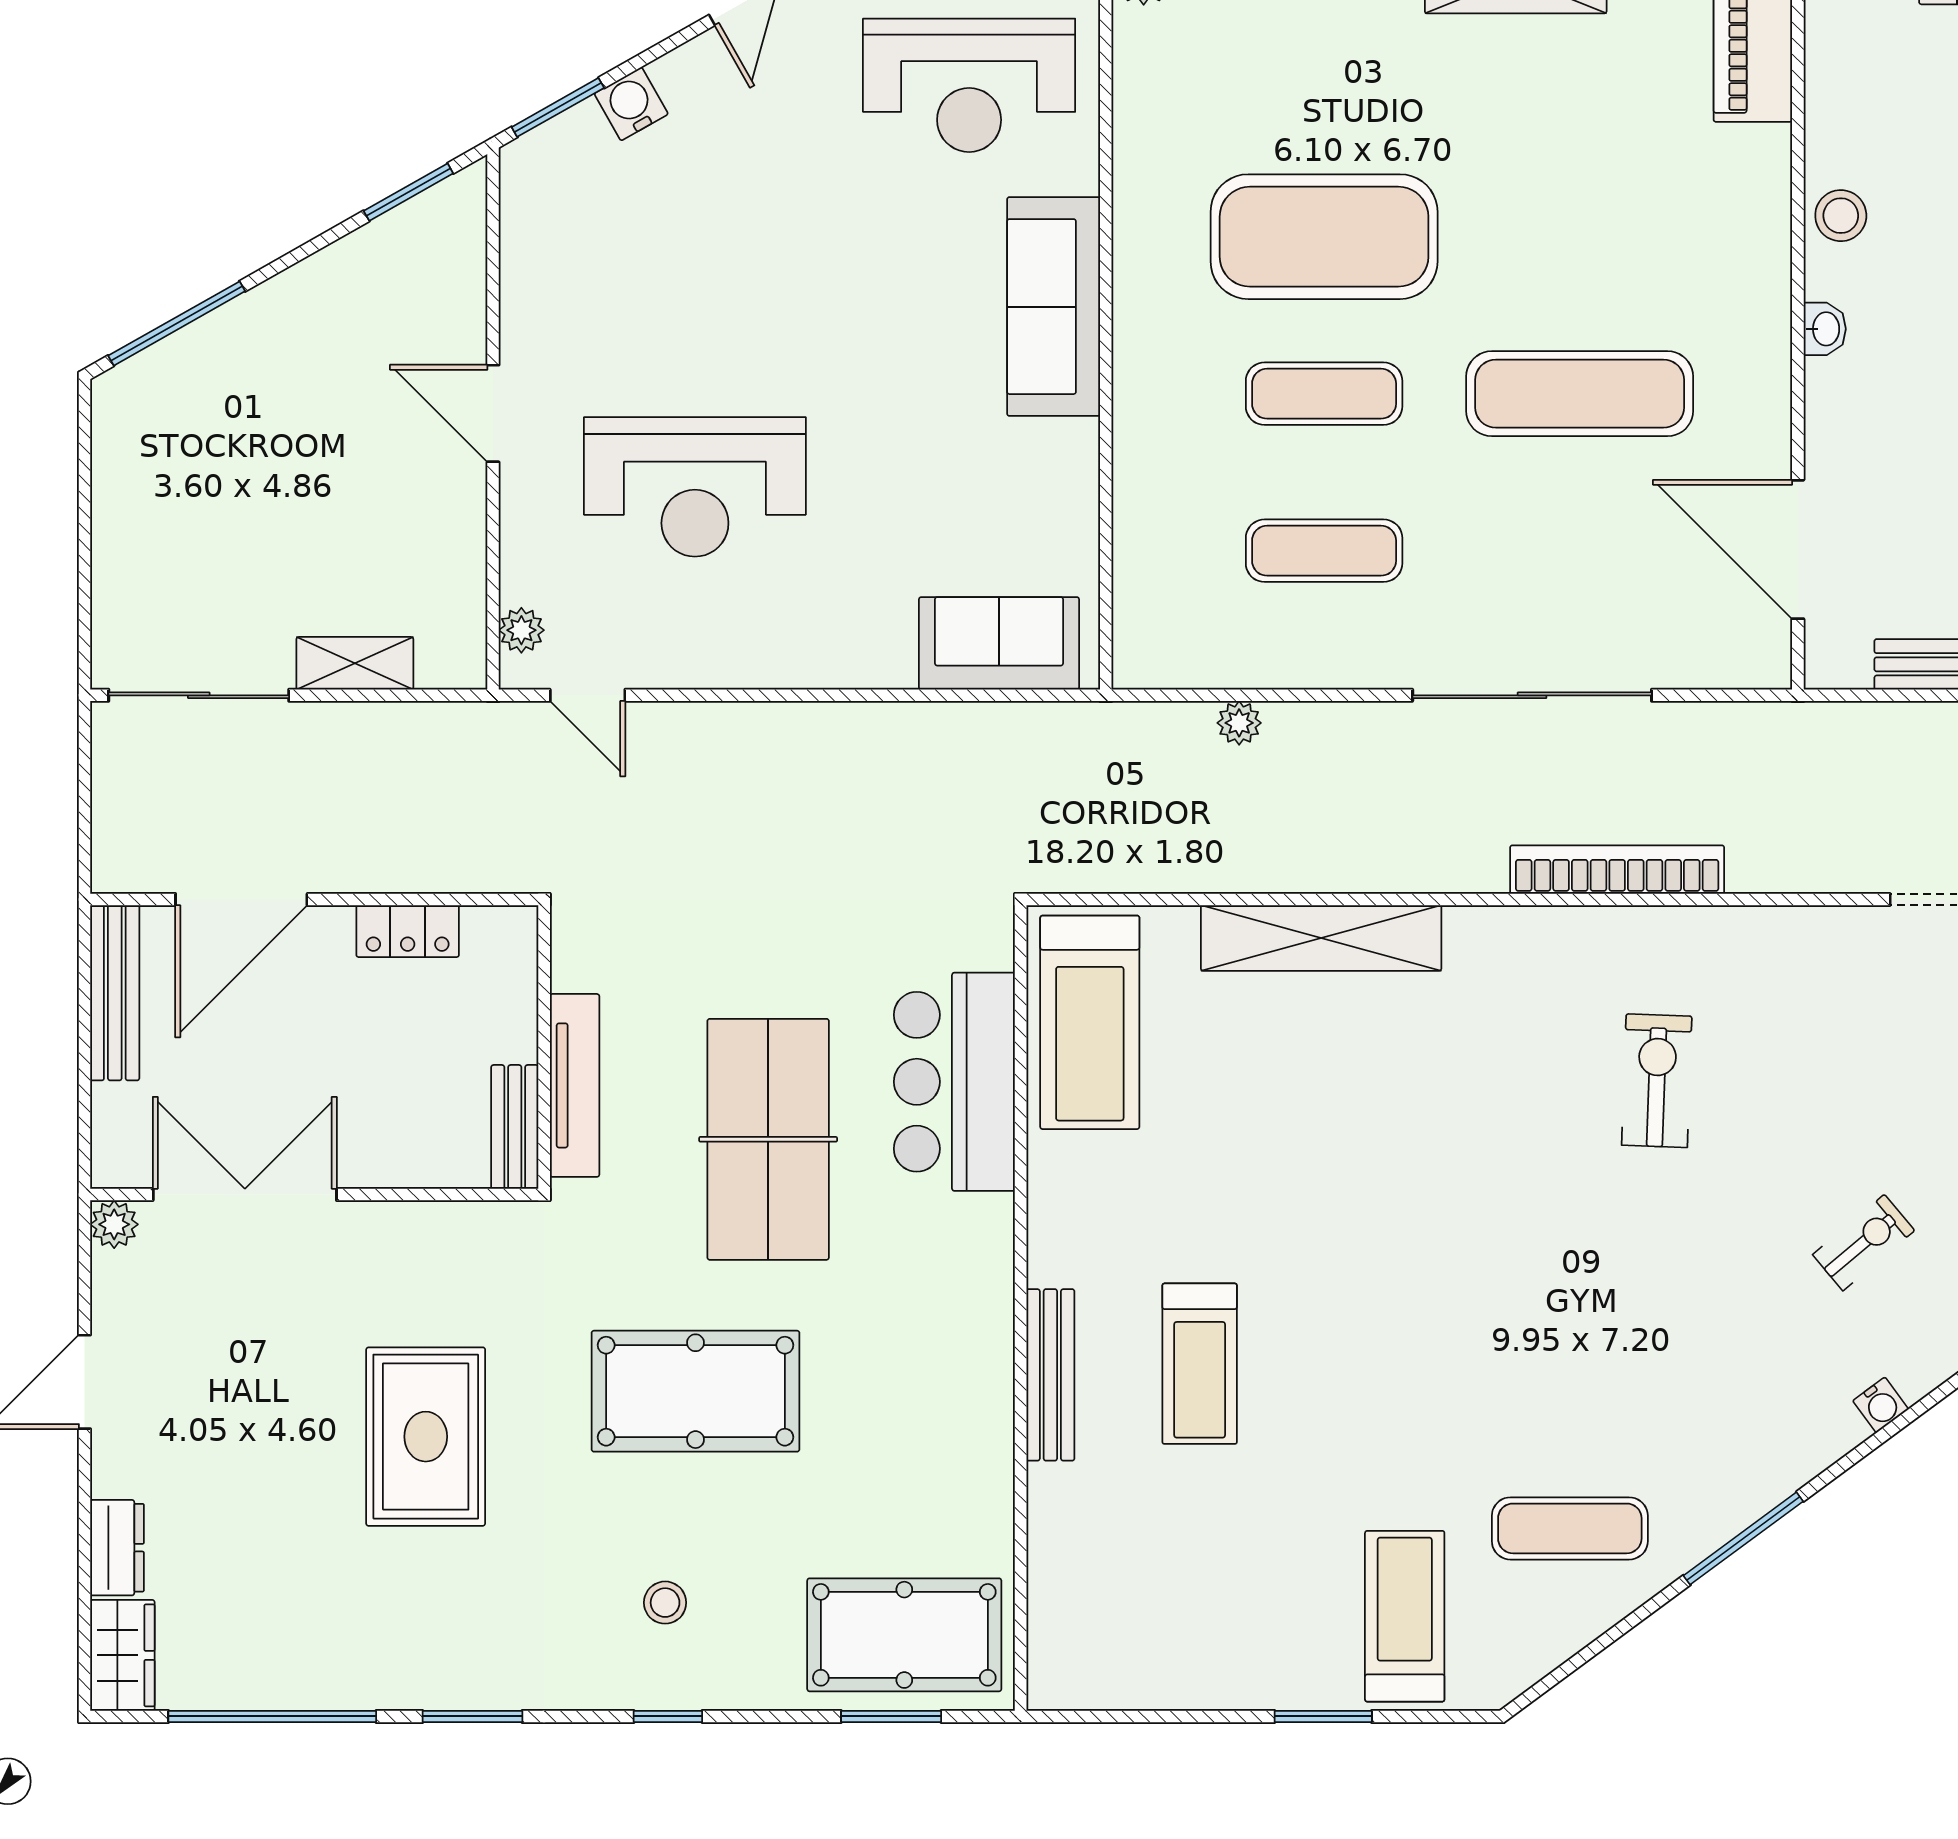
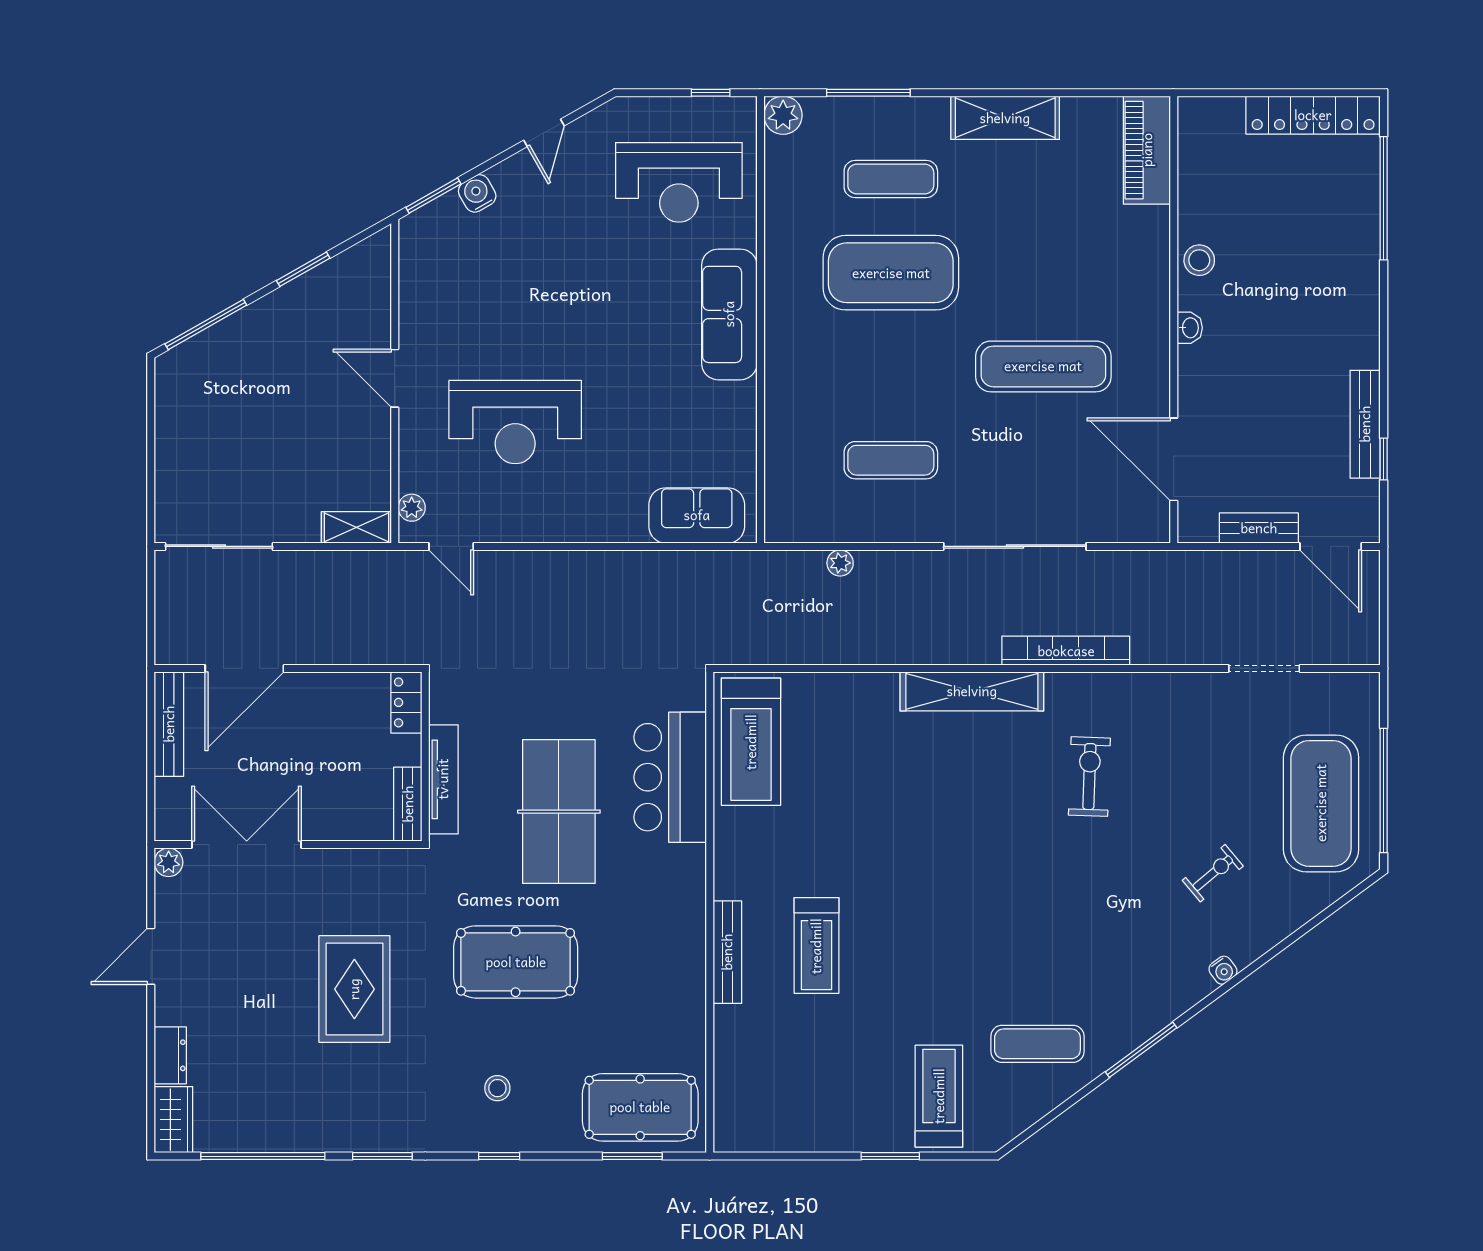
window: (408, 192) -> (303, 269), moved
exercise mat: (1324, 394) -> (891, 179), moved
shelving: (355, 663) -> (356, 527), moved
locker: (408, 931) -> (406, 702), moved, turned 90
shelving: (1321, 938) -> (972, 691), moved

